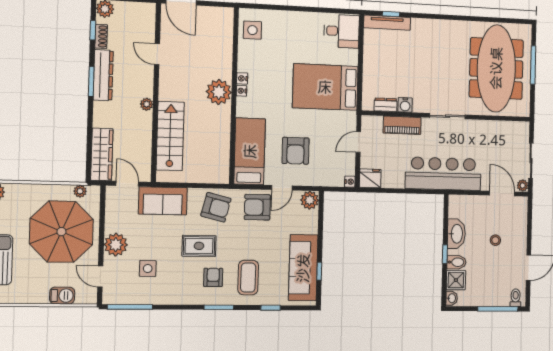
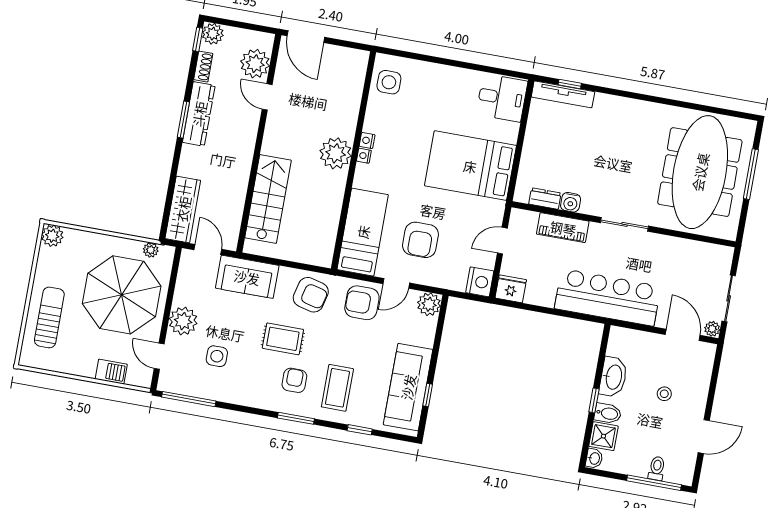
window: (93, 30) -> (198, 39), moved
plant: (147, 104) -> (255, 64), moved, width x1.88, depth x1.88
nightstand: (350, 182) -> (480, 282), width x1.89, depth x1.79
toilet: (516, 298) -> (657, 468), moved

